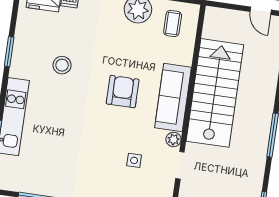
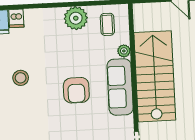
armchair: (123, 92) -> (76, 90), turned 180
plant: (174, 139) -> (124, 51), moved

